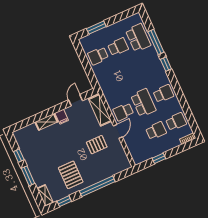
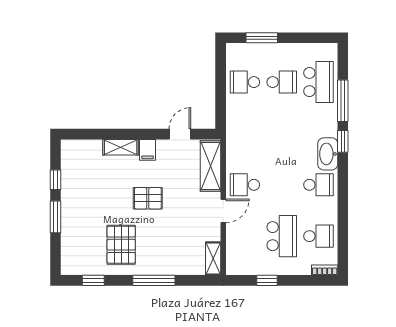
washbasin: (161, 75) -> (328, 154), added
school desk: (143, 103) -> (282, 185), removed
school desk: (156, 131) -> (282, 236), width x1.85
pallet: (97, 145) -> (148, 198), moved
window: (97, 186) -> (154, 280), width x0.68
shelving: (45, 195) -> (213, 259), moved

